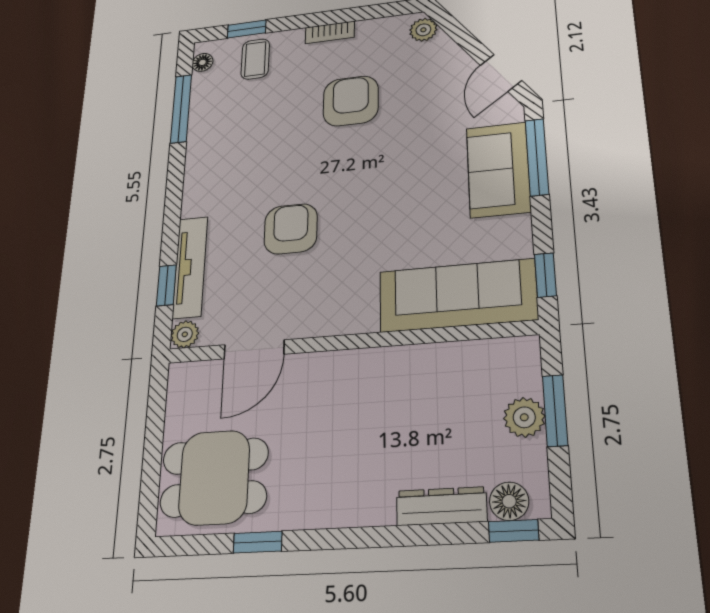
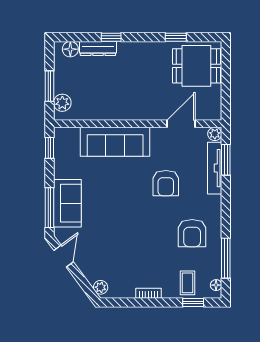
armchair: (351, 101) -> (192, 233), moved
window: (166, 285) -> (226, 160), width x1.50
sofa: (458, 295) -> (115, 142), moved
plant: (524, 417) -> (62, 103), moved
window: (514, 531) -> (111, 37), moved

